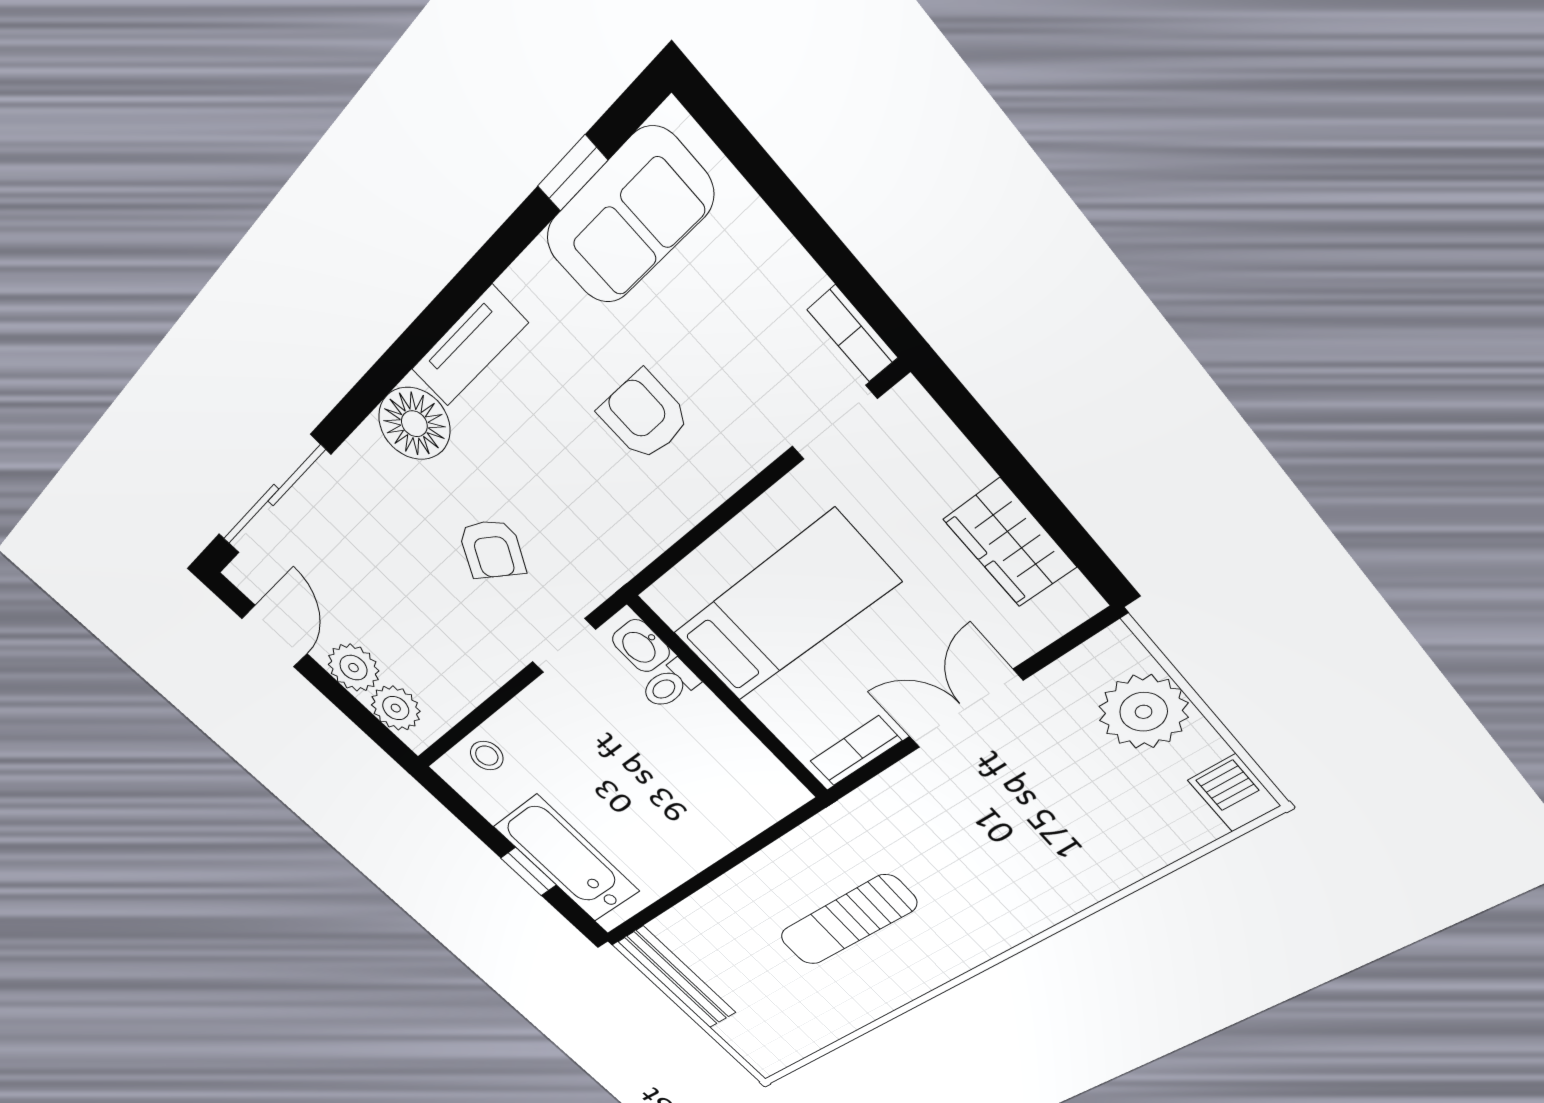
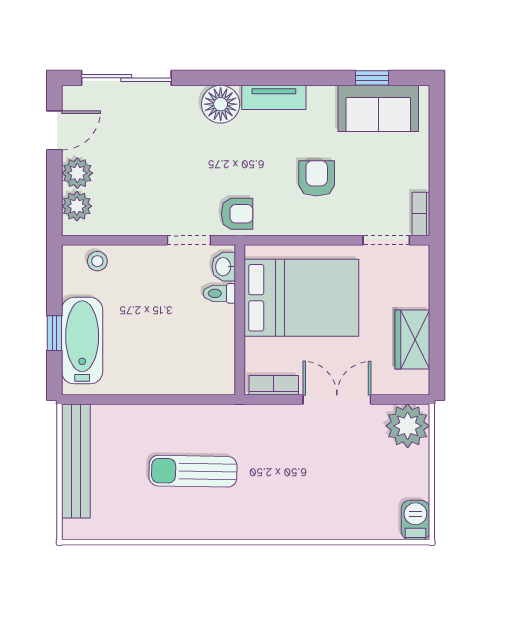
armchair: (492, 549) -> (237, 214), moved, turned -122
bed: (785, 608) -> (301, 298), width x1.50
plant: (1144, 712) -> (408, 426), moved
bench: (677, 977) -> (76, 461), width x1.37, depth x1.21

